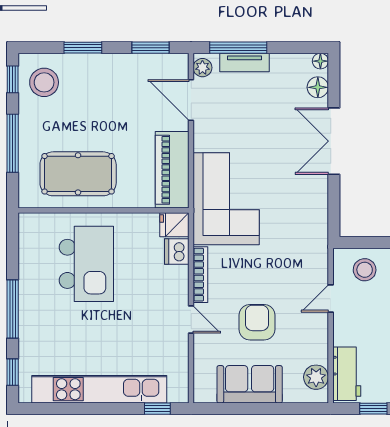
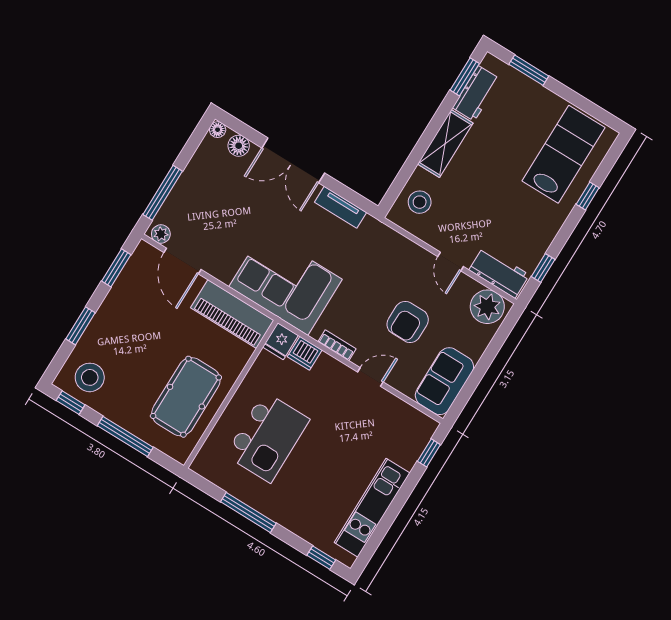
tv unit: (245, 63) -> (341, 207), moved, turned 90
door: (191, 100) -> (182, 261), hinge flipped
kitchen island: (86, 264) -> (267, 437), turned 90
bookcase: (200, 275) -> (337, 345), width x0.64
door: (331, 298) -> (451, 262), moved
window: (13, 309) -> (248, 512), moved
armchair: (257, 322) -> (408, 322), turned -90
plant: (316, 377) -> (487, 307), width x1.36, depth x1.36
sofa: (250, 384) -> (444, 381), moved
kitchen unit: (99, 389) -> (372, 508), width x0.73

